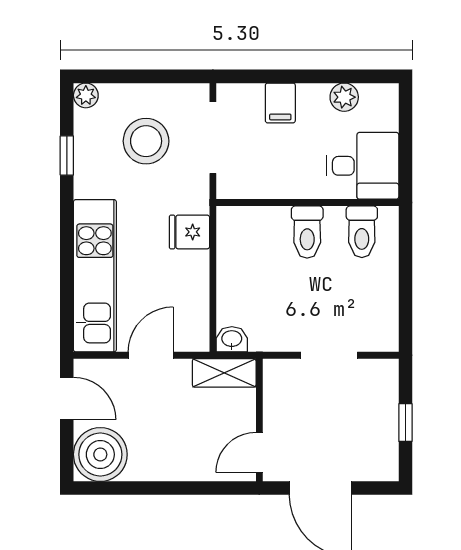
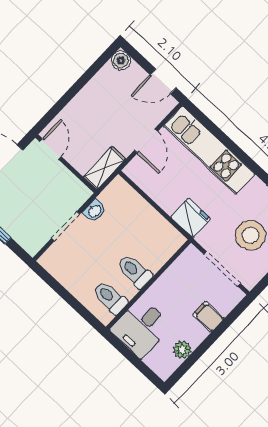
fridge: (189, 232) -> (191, 218), width x1.38
washbasin: (232, 339) -> (95, 211), moved
boiler: (100, 454) -> (121, 61), width x0.54, depth x0.54

